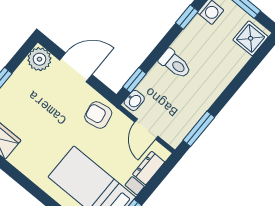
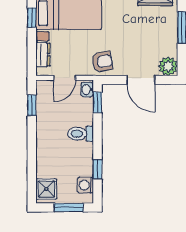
door: (76, 67) -> (141, 80), hinge flipped
door: (146, 129) -> (65, 78), swing flipped
window: (199, 129) -> (32, 105), width x0.67

